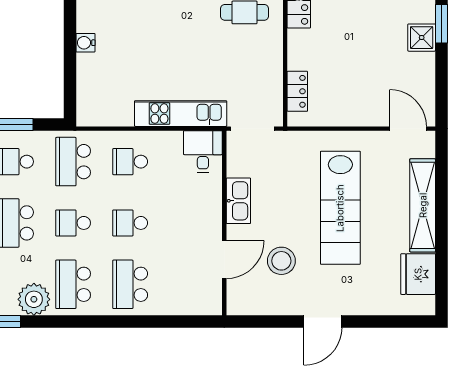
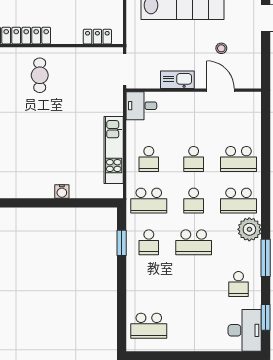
kitchen unit: (181, 114) -> (114, 150), moved
stool: (281, 261) -> (221, 48), width x0.53, depth x0.53

